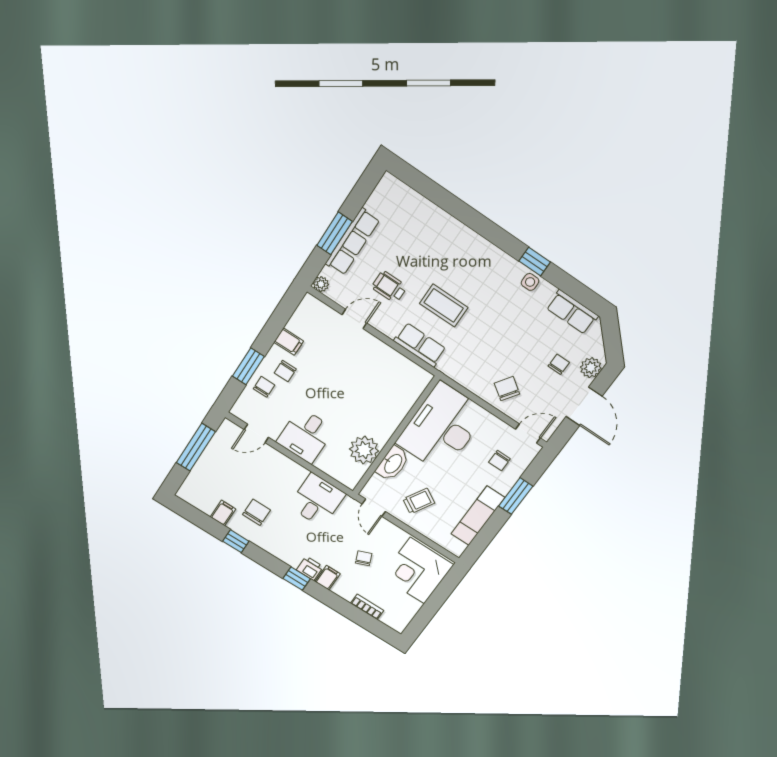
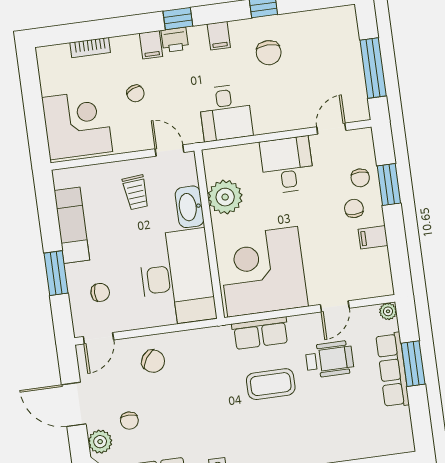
wheelchair: (389, 287) -> (330, 359), width x1.36, depth x1.37
corner desk: (382, 383) -> (263, 272), added
chair: (499, 461) -> (100, 292), turned 90
trolley: (419, 501) -> (136, 192), turned -35
filing cabinet: (223, 513) -> (219, 36), moved

